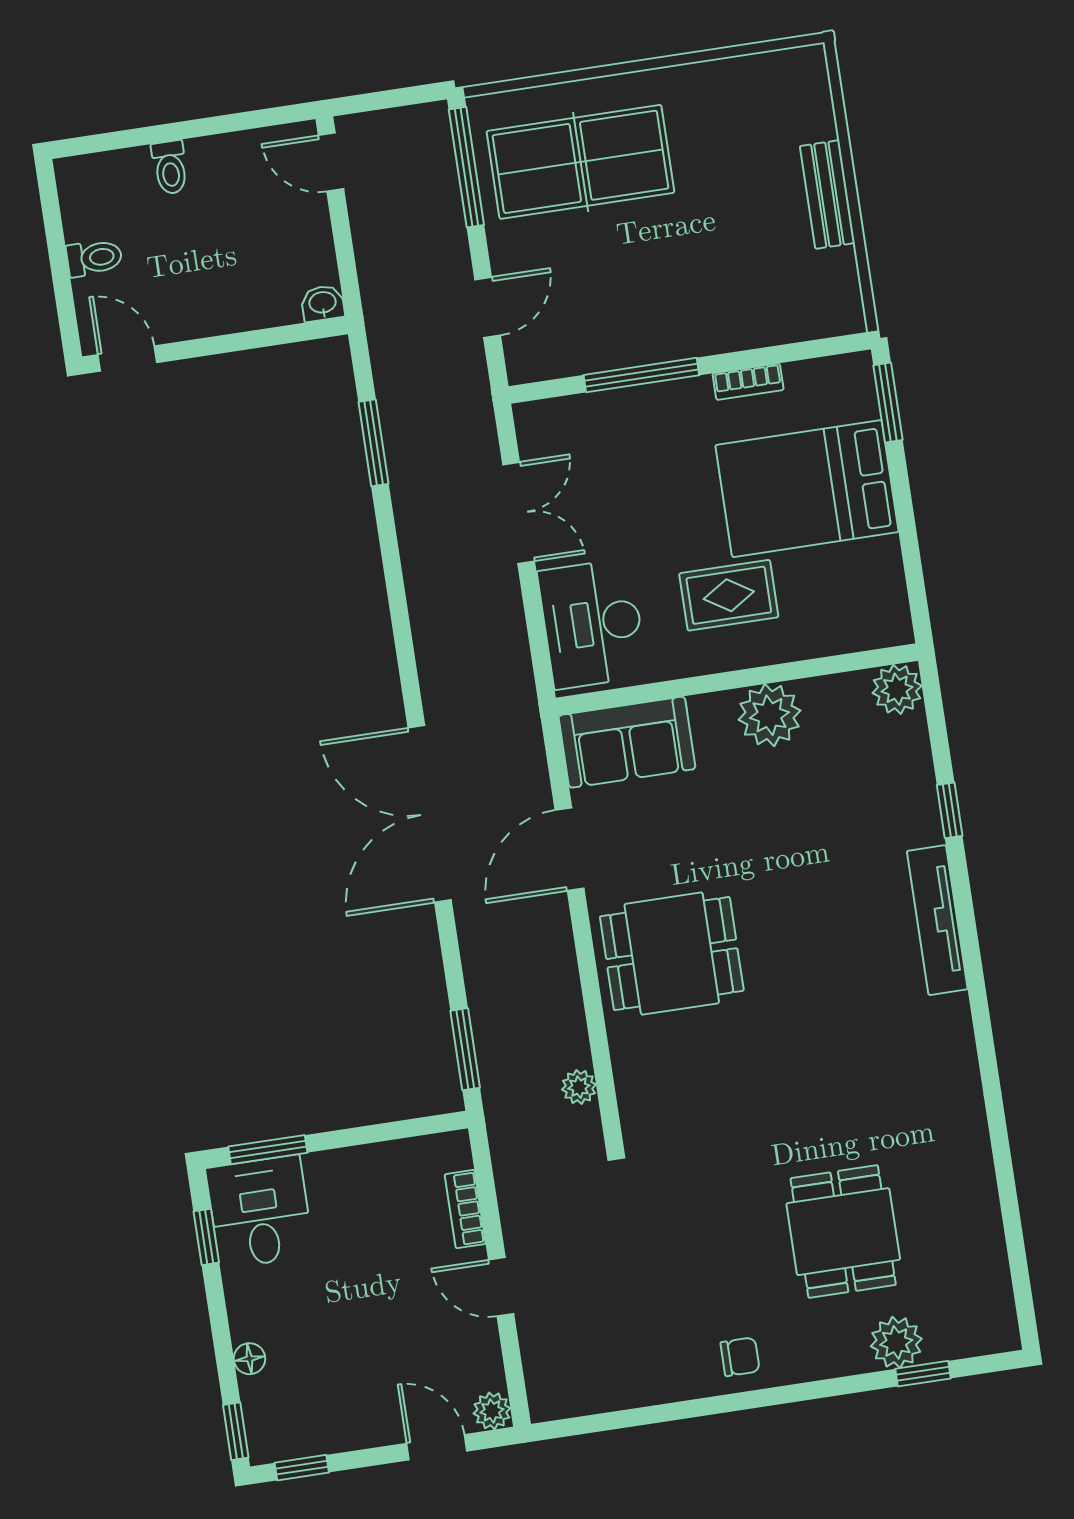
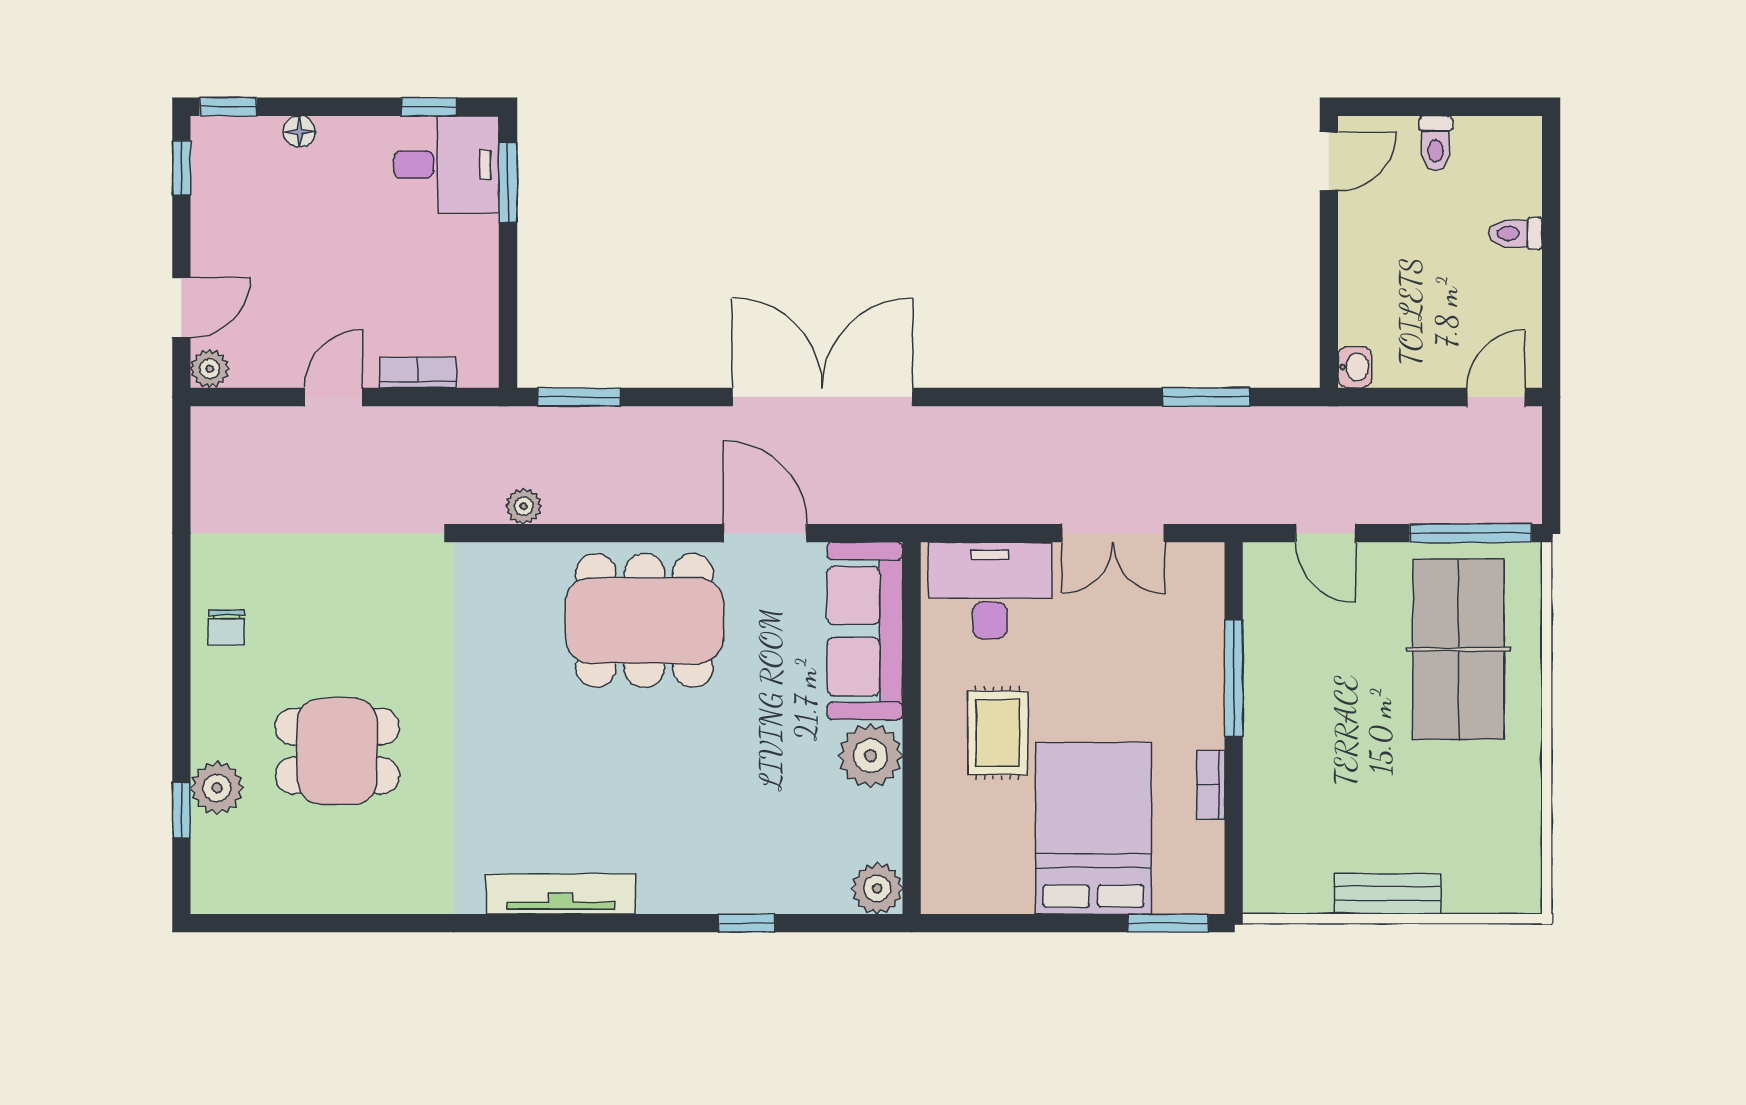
sofa: (627, 742) -> (865, 631), width x1.36
tv unit: (937, 920) -> (561, 894), moved
dining table: (672, 954) -> (644, 620), width x1.38

